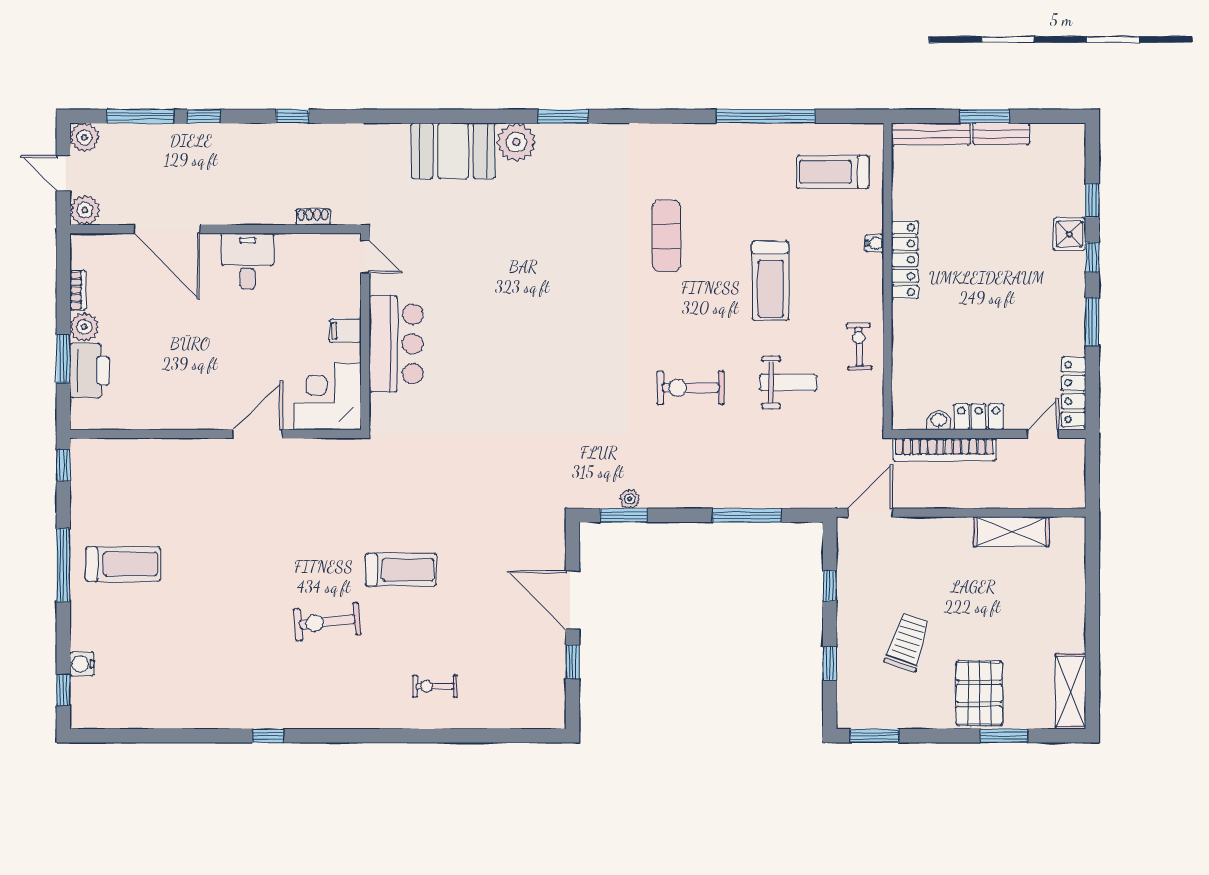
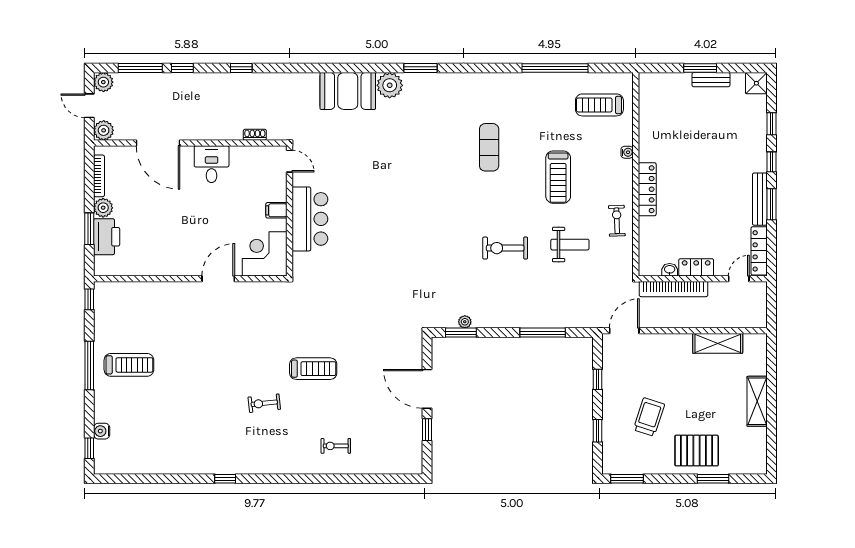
bench: (931, 134) -> (760, 199), moved, turned 90
shower: (1069, 234) -> (756, 83), moved
locker: (905, 260) -> (647, 189), moved
bookcase: (78, 290) -> (99, 176), width x1.56
exercise bike: (327, 622) -> (264, 403), width x0.73, depth x0.72
shelving: (1071, 691) -> (757, 401), moved
pallet: (979, 693) -> (697, 451), turned 90

